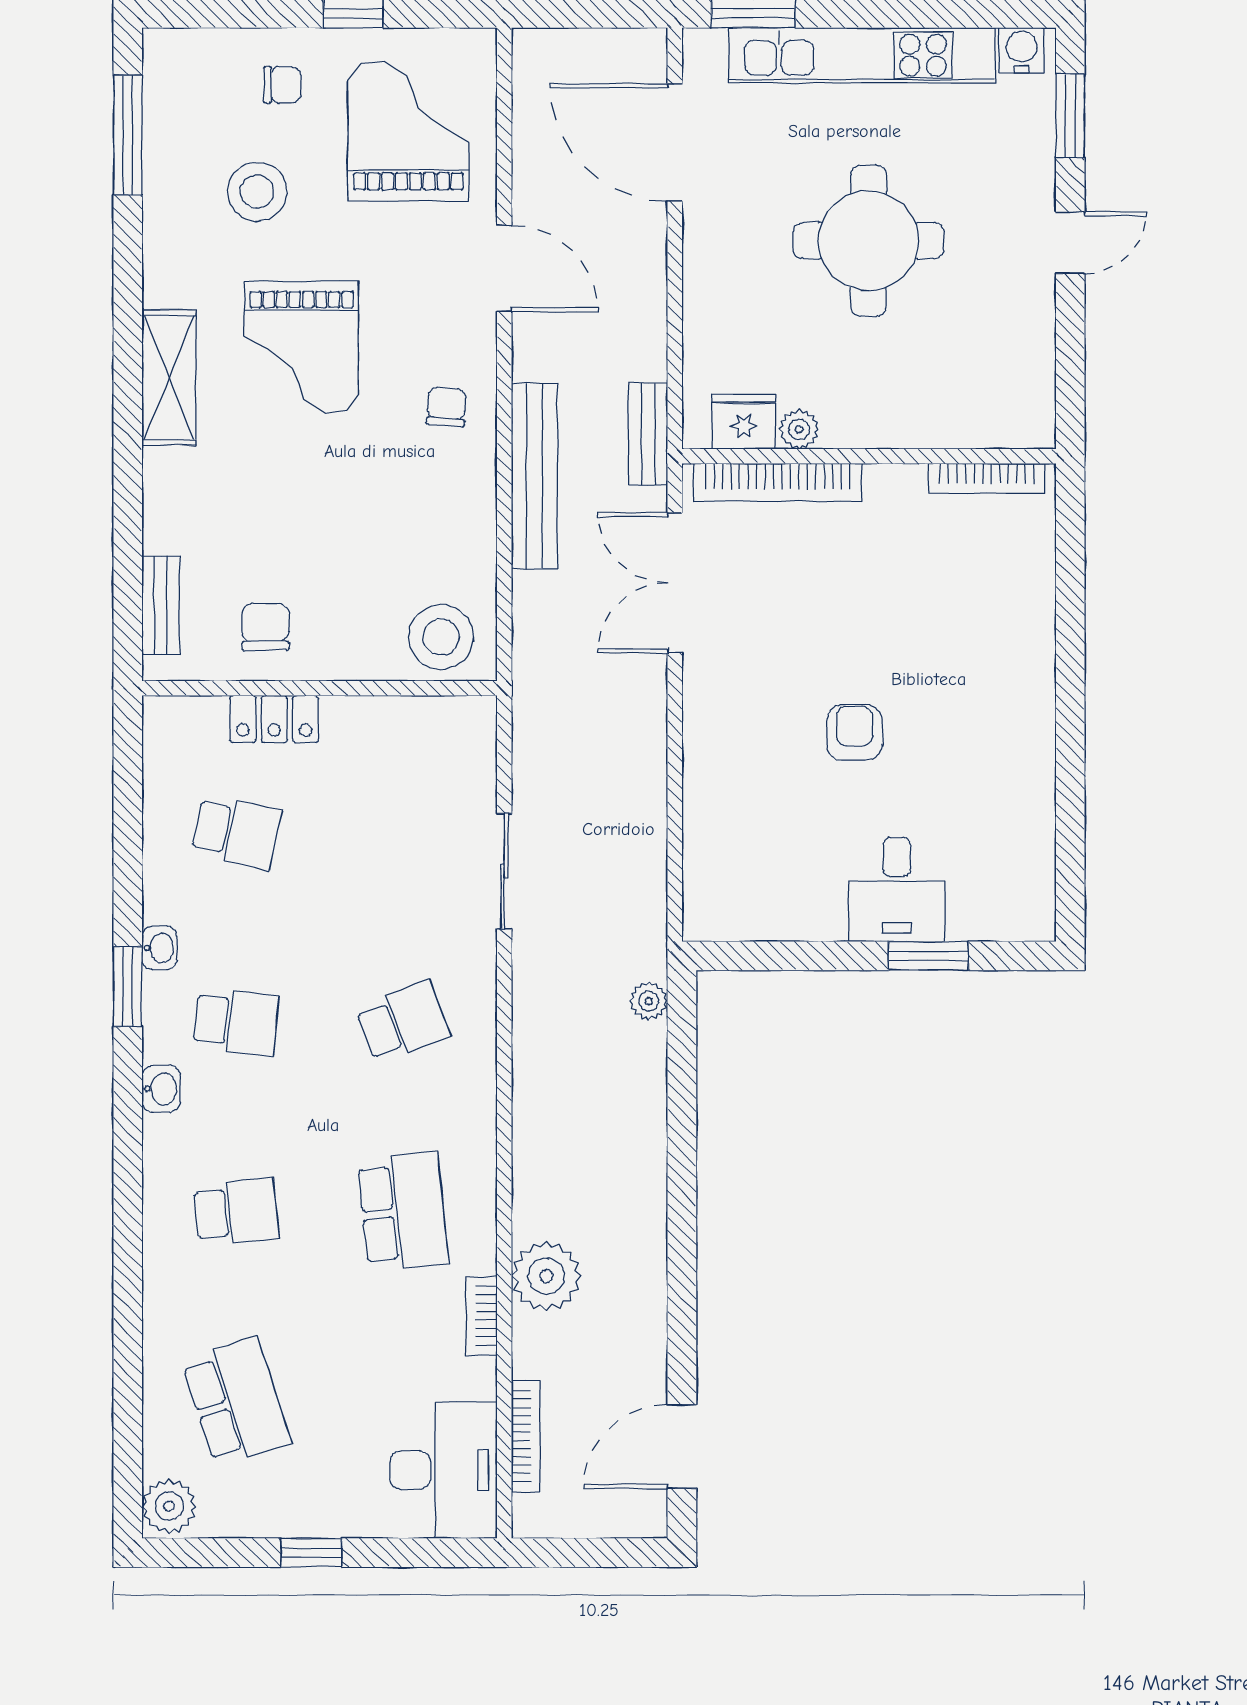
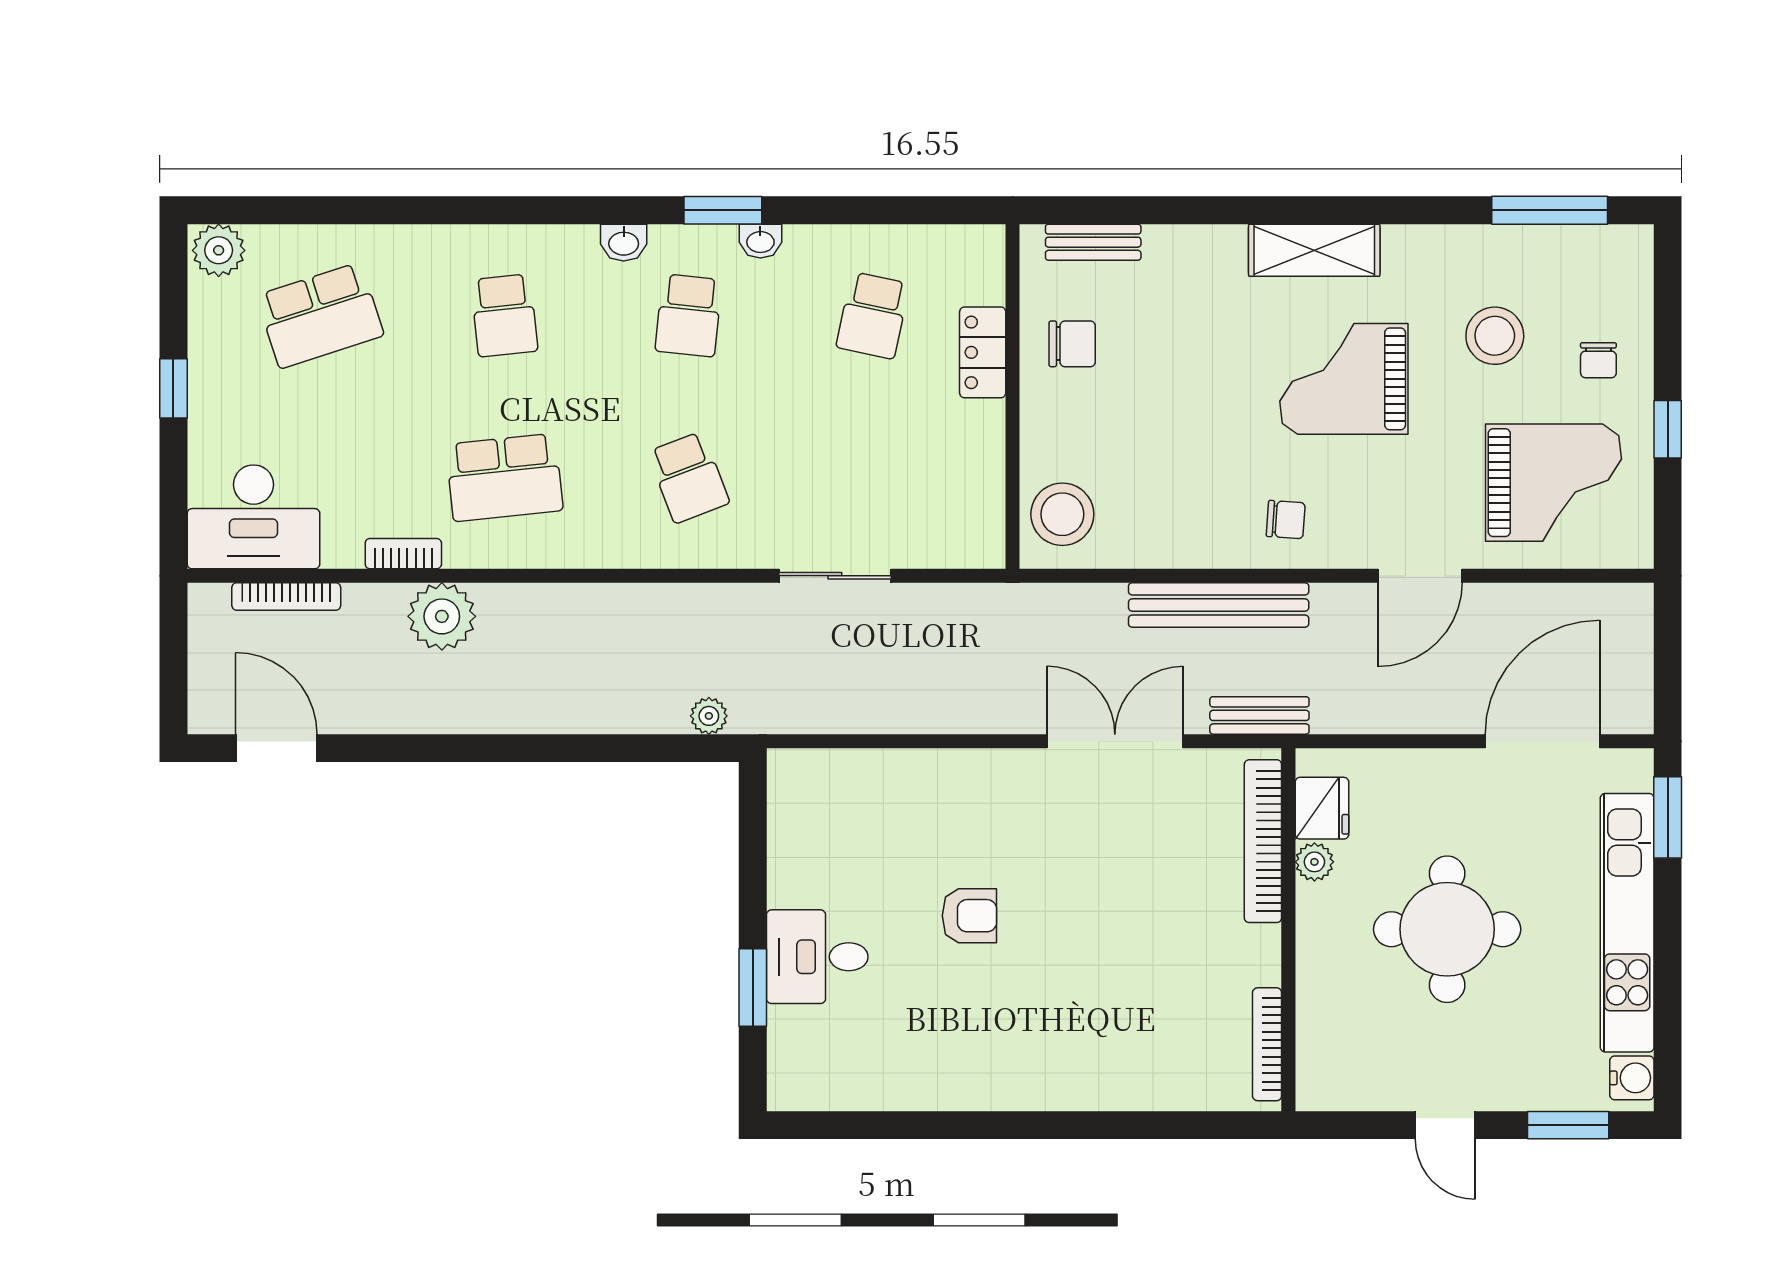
fridge: (744, 422) -> (1322, 808), moved
plant: (799, 429) -> (1314, 862), moved
wall: (869, 456) -> (1288, 930), moved
bookcase: (987, 478) -> (1267, 1044), moved
bookcase: (778, 482) -> (1263, 841), moved

